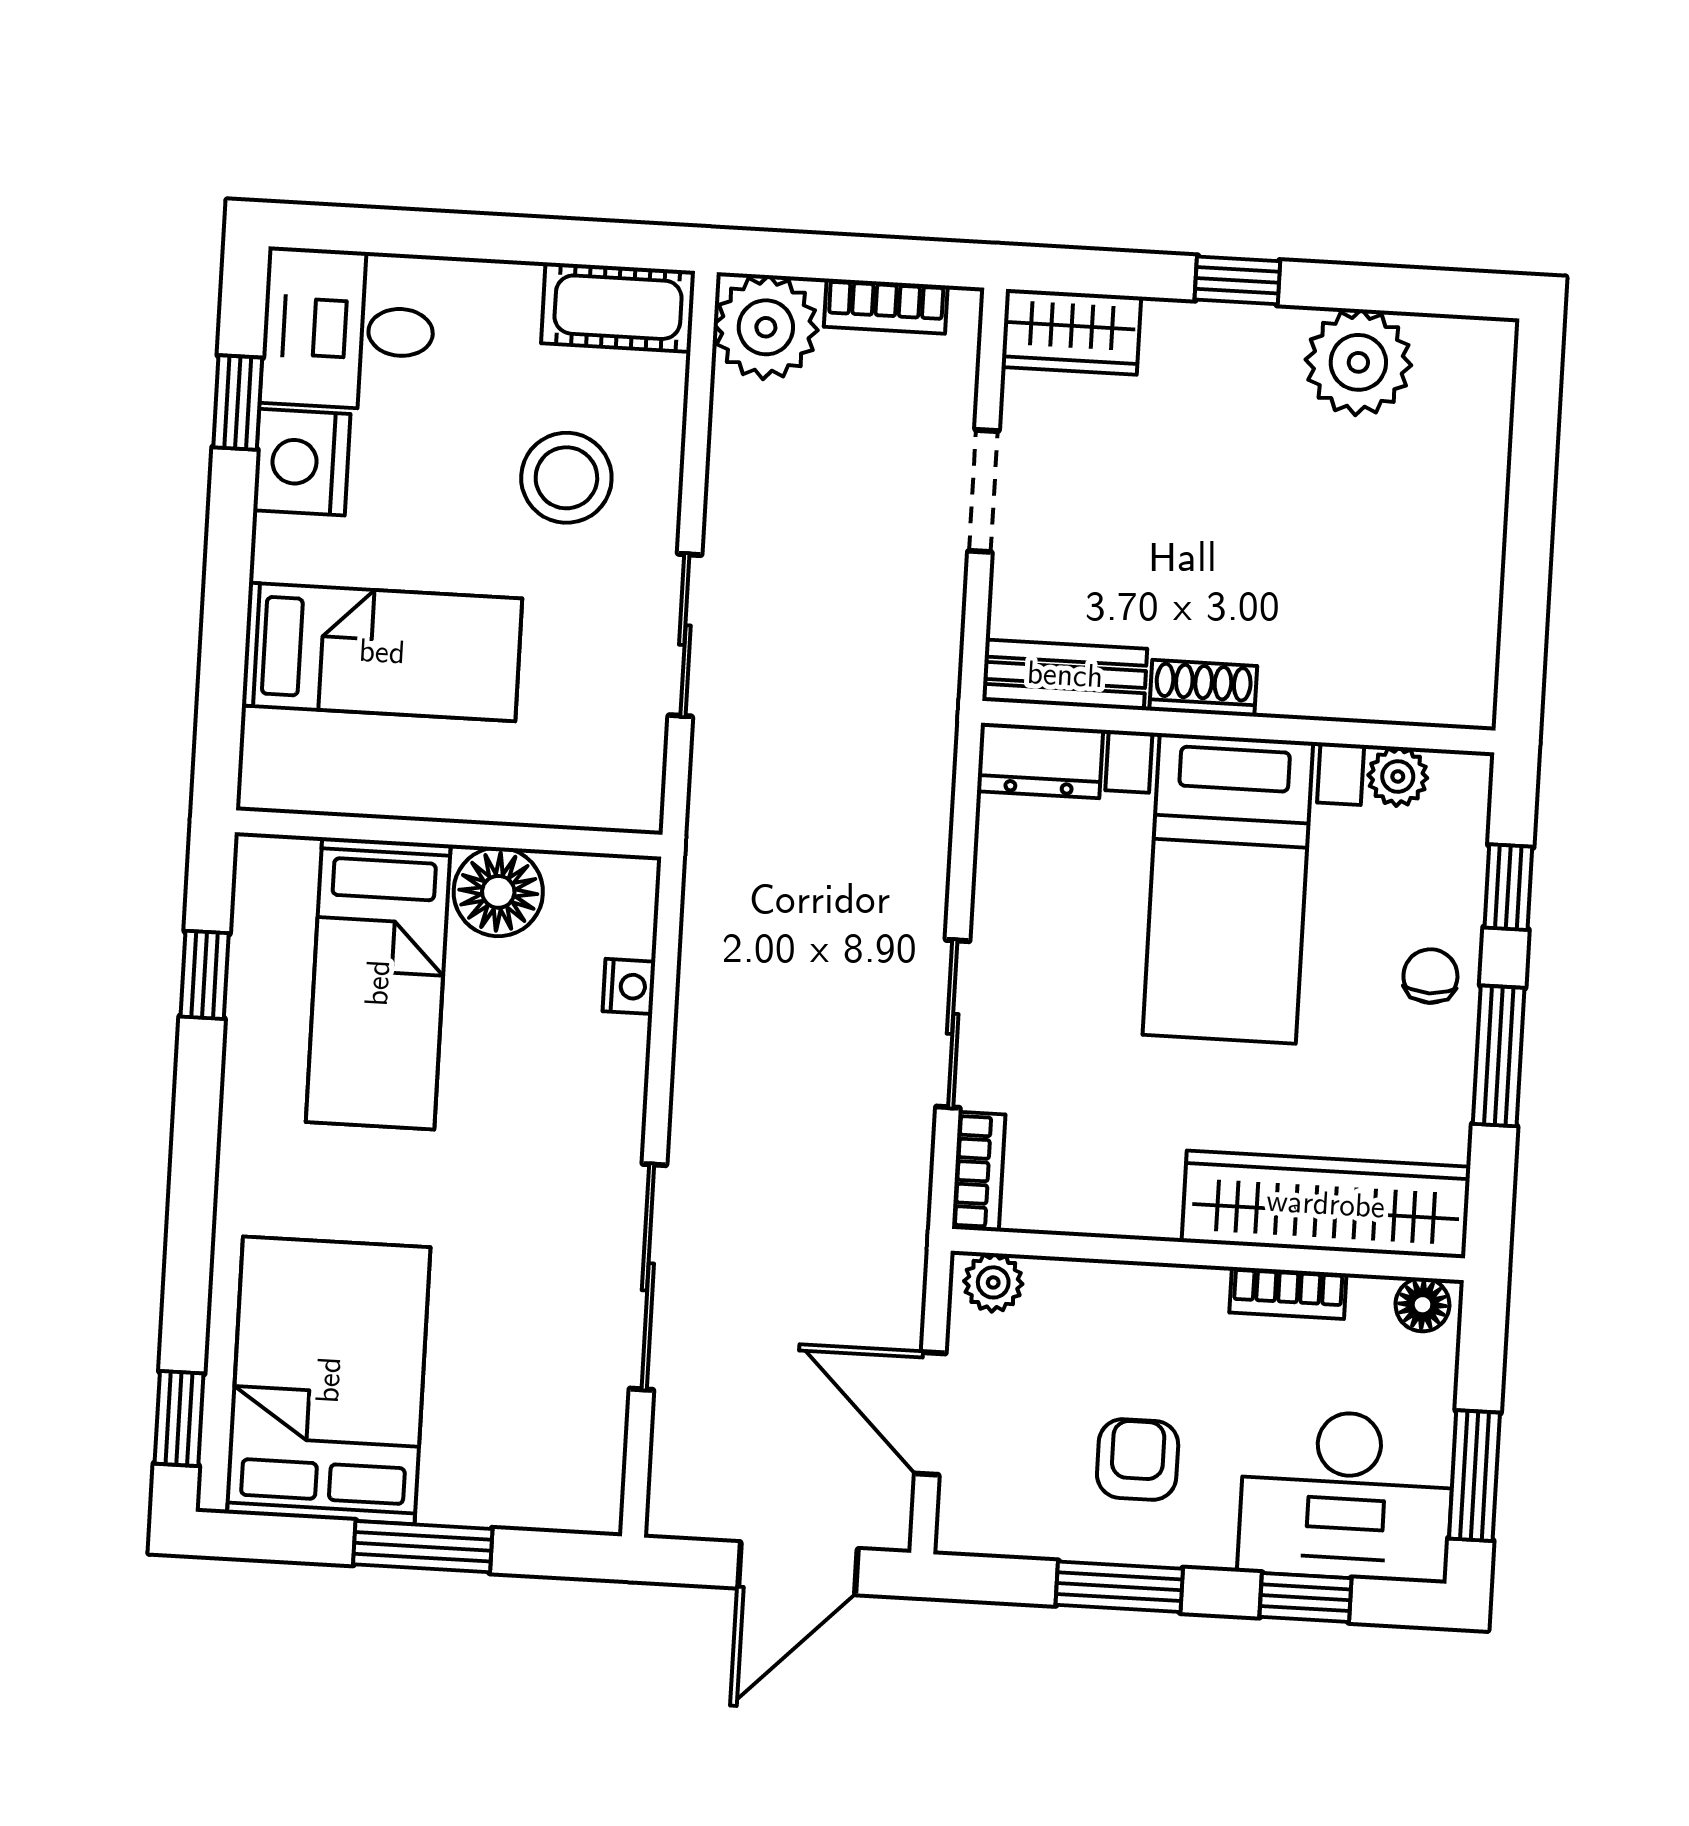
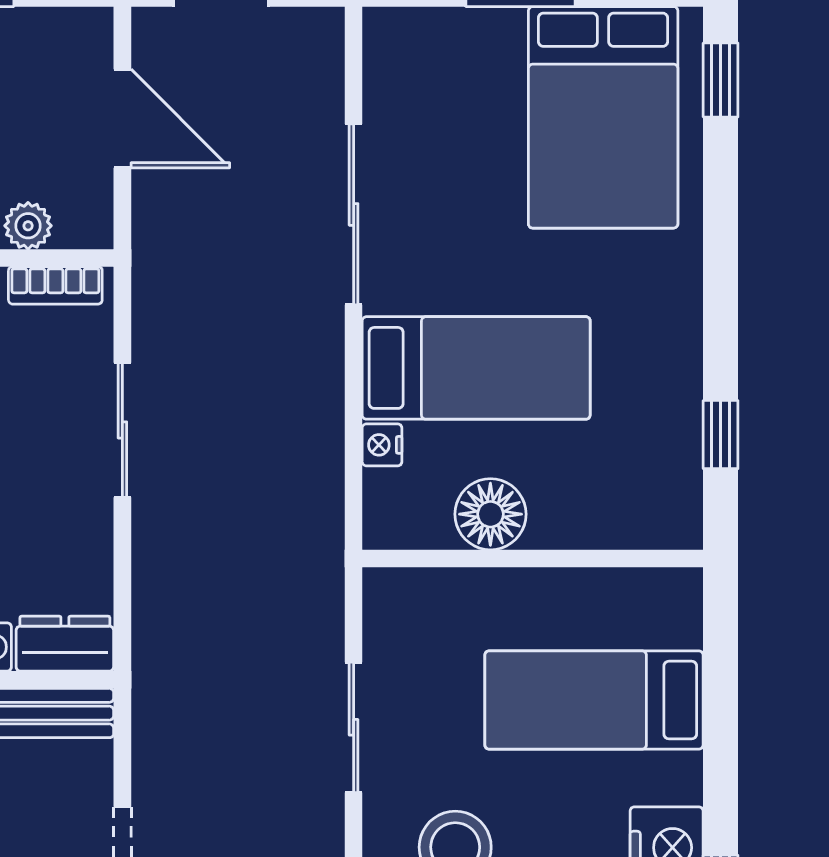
bed: (378, 983) -> (476, 368), moved, turned 90
bookcase: (979, 1172) -> (55, 285), moved, turned -90
plant: (993, 1282) -> (28, 226), moved

